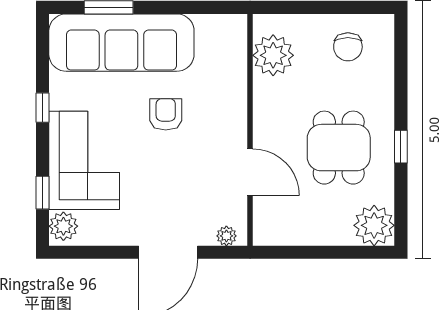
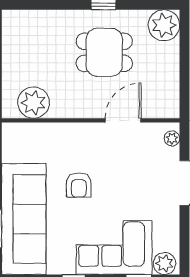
chair: (348, 47) -> (27, 45), removed
armchair: (166, 114) -> (79, 185), turned -90

